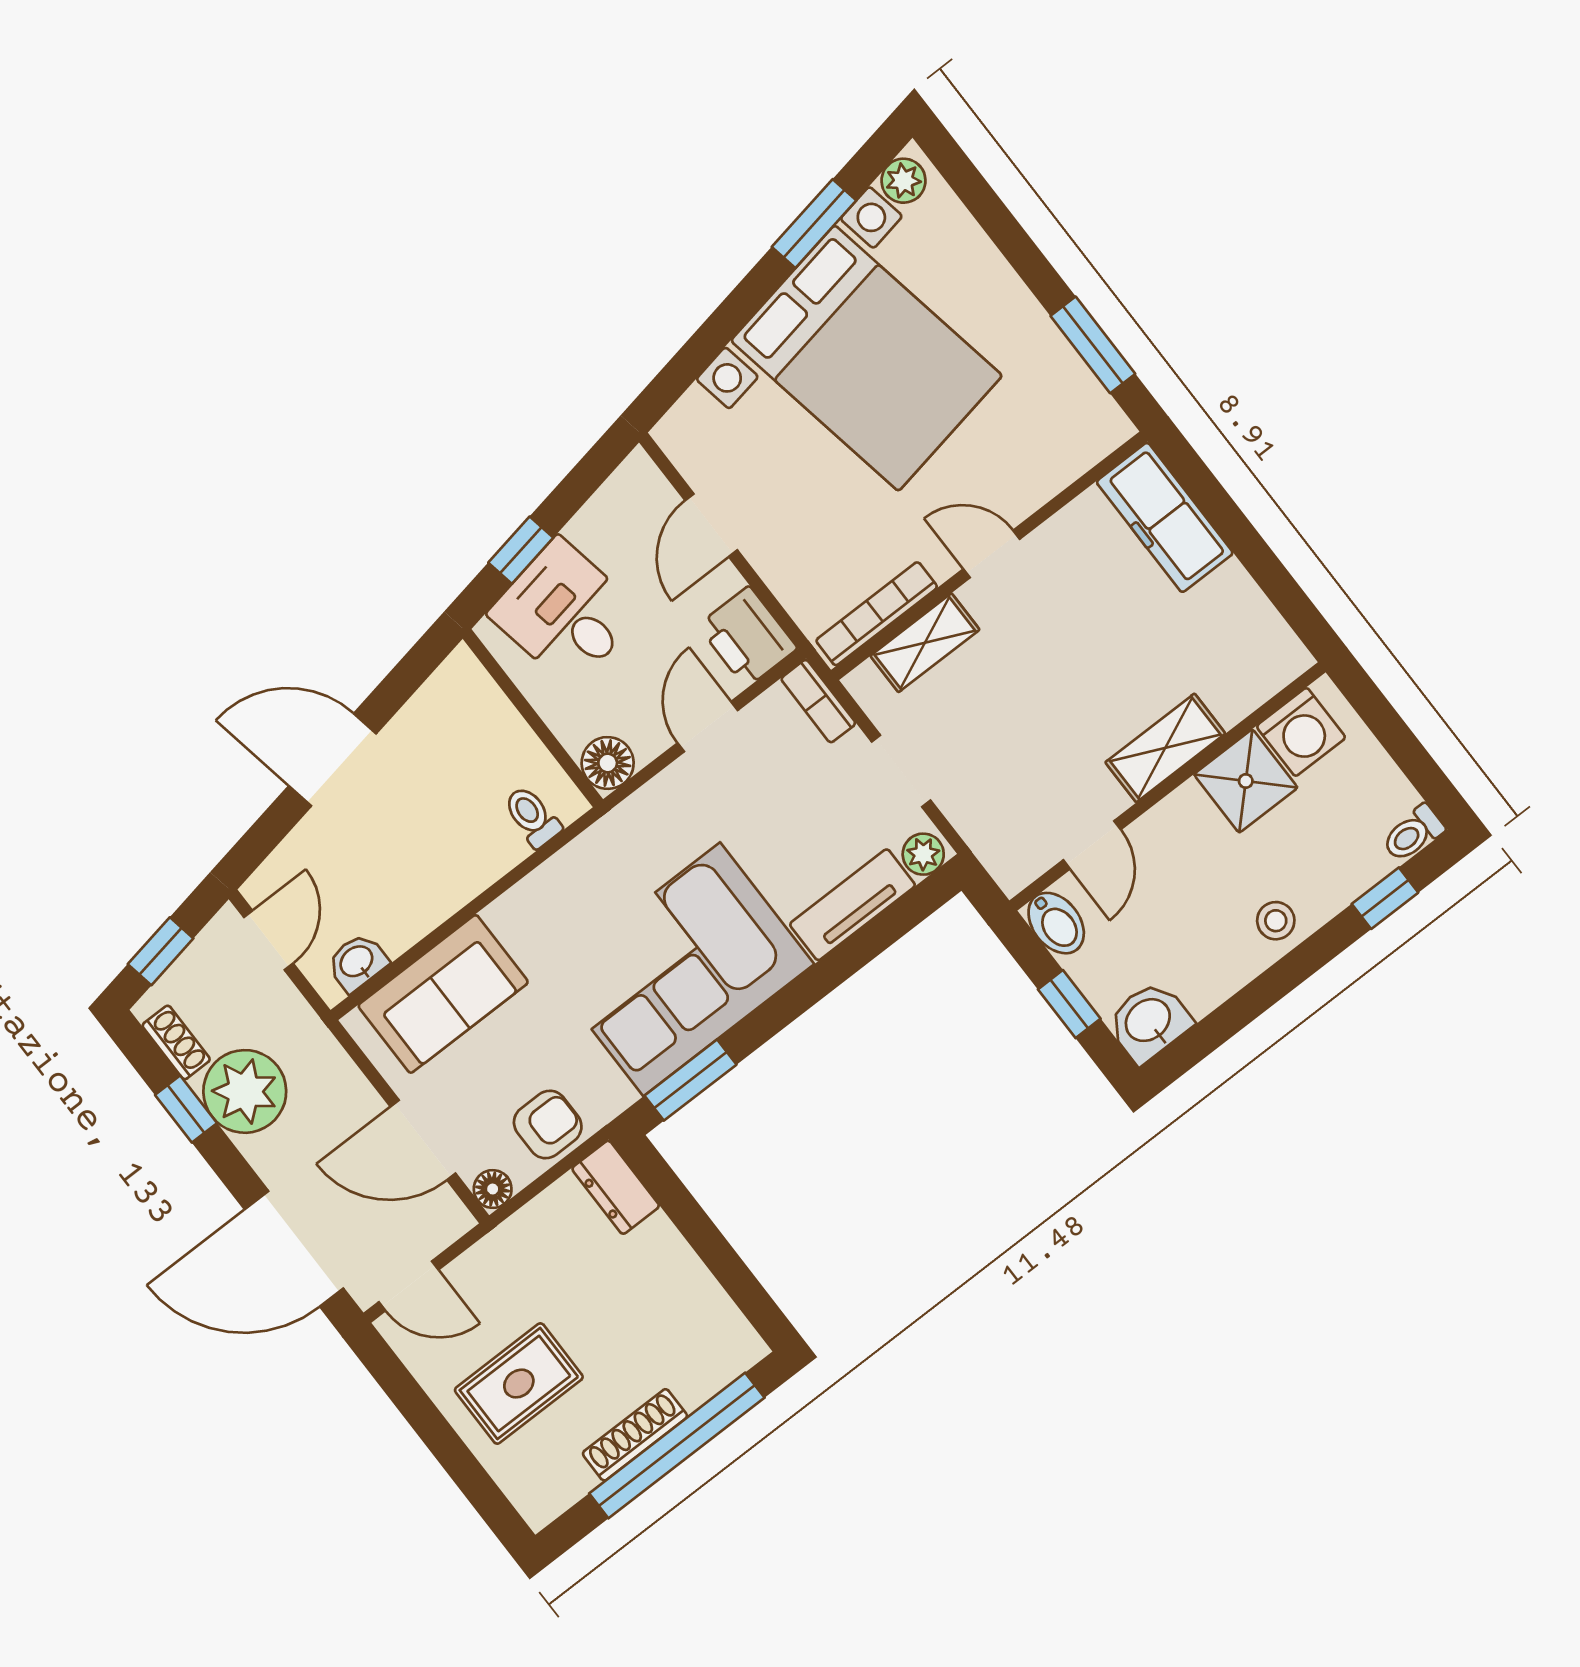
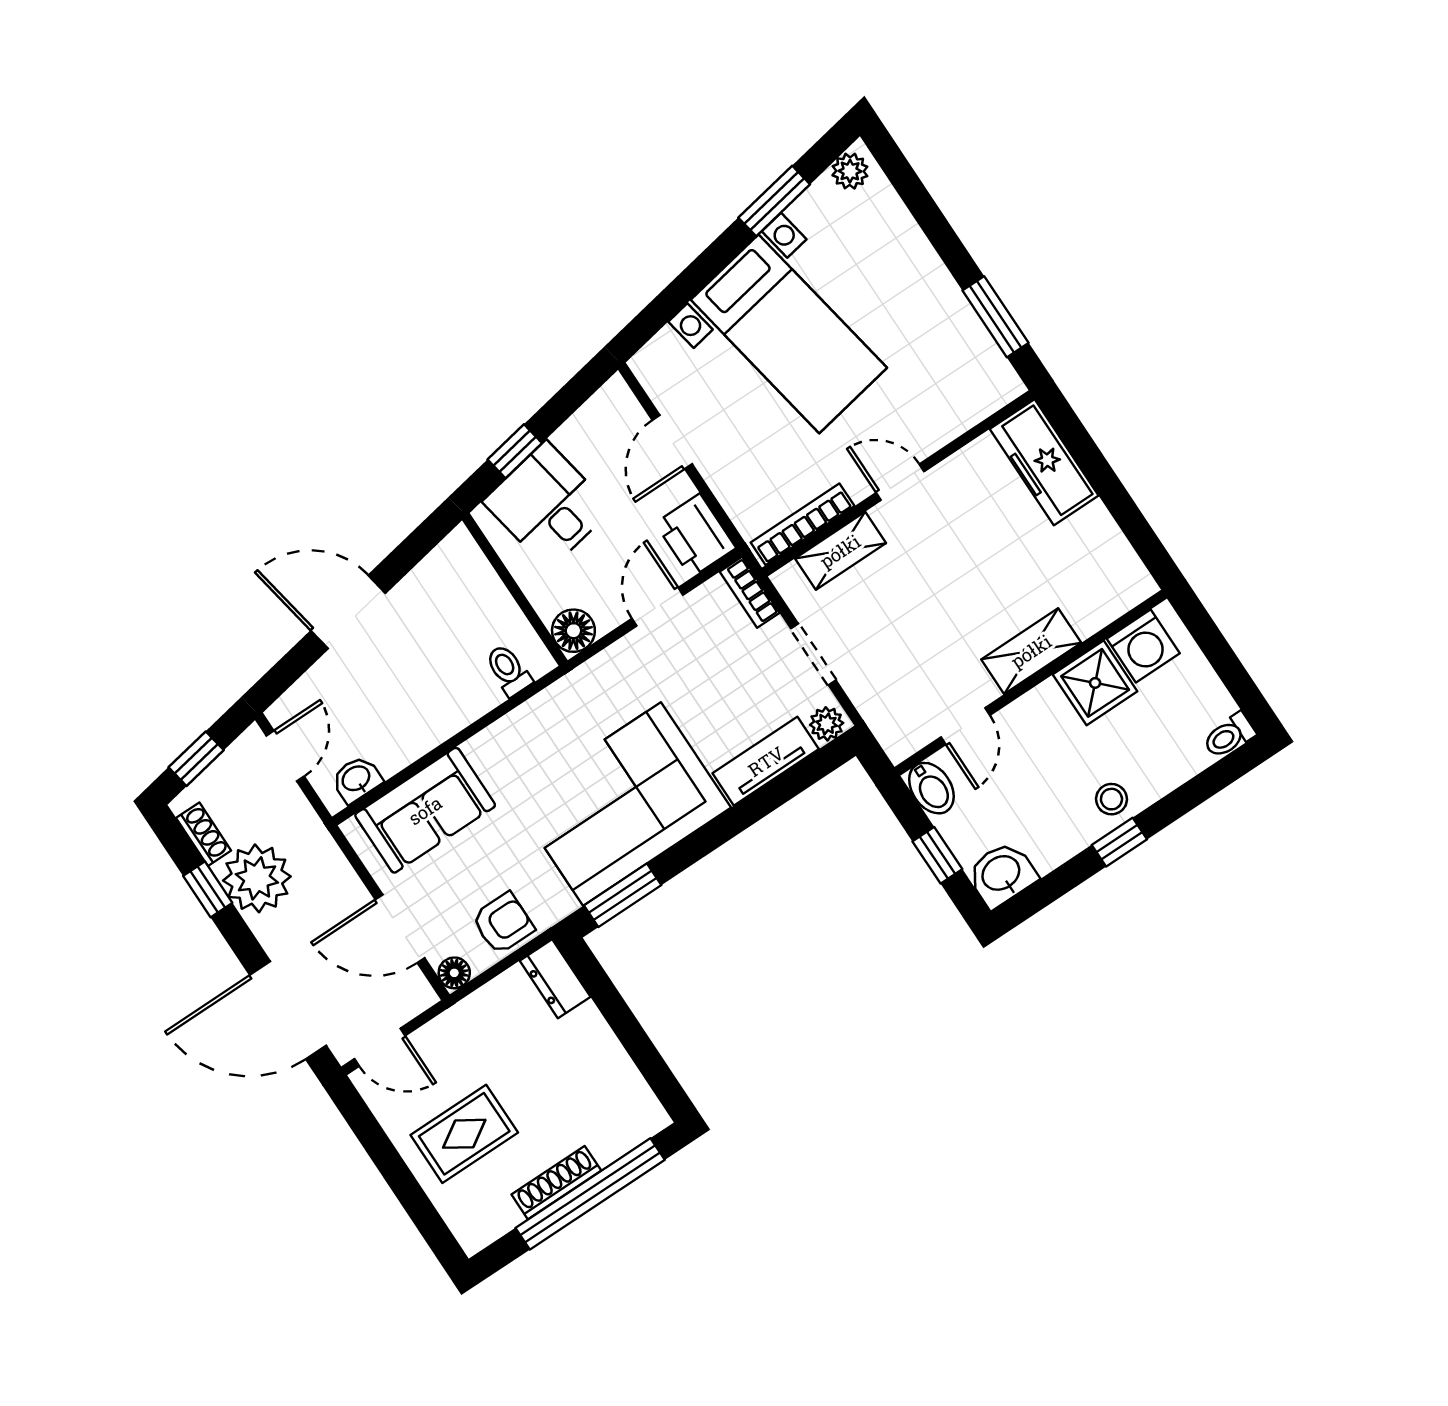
bed with nightstands: (867, 358) -> (789, 334), width x0.73
window: (1385, 898) -> (1119, 842), moved

